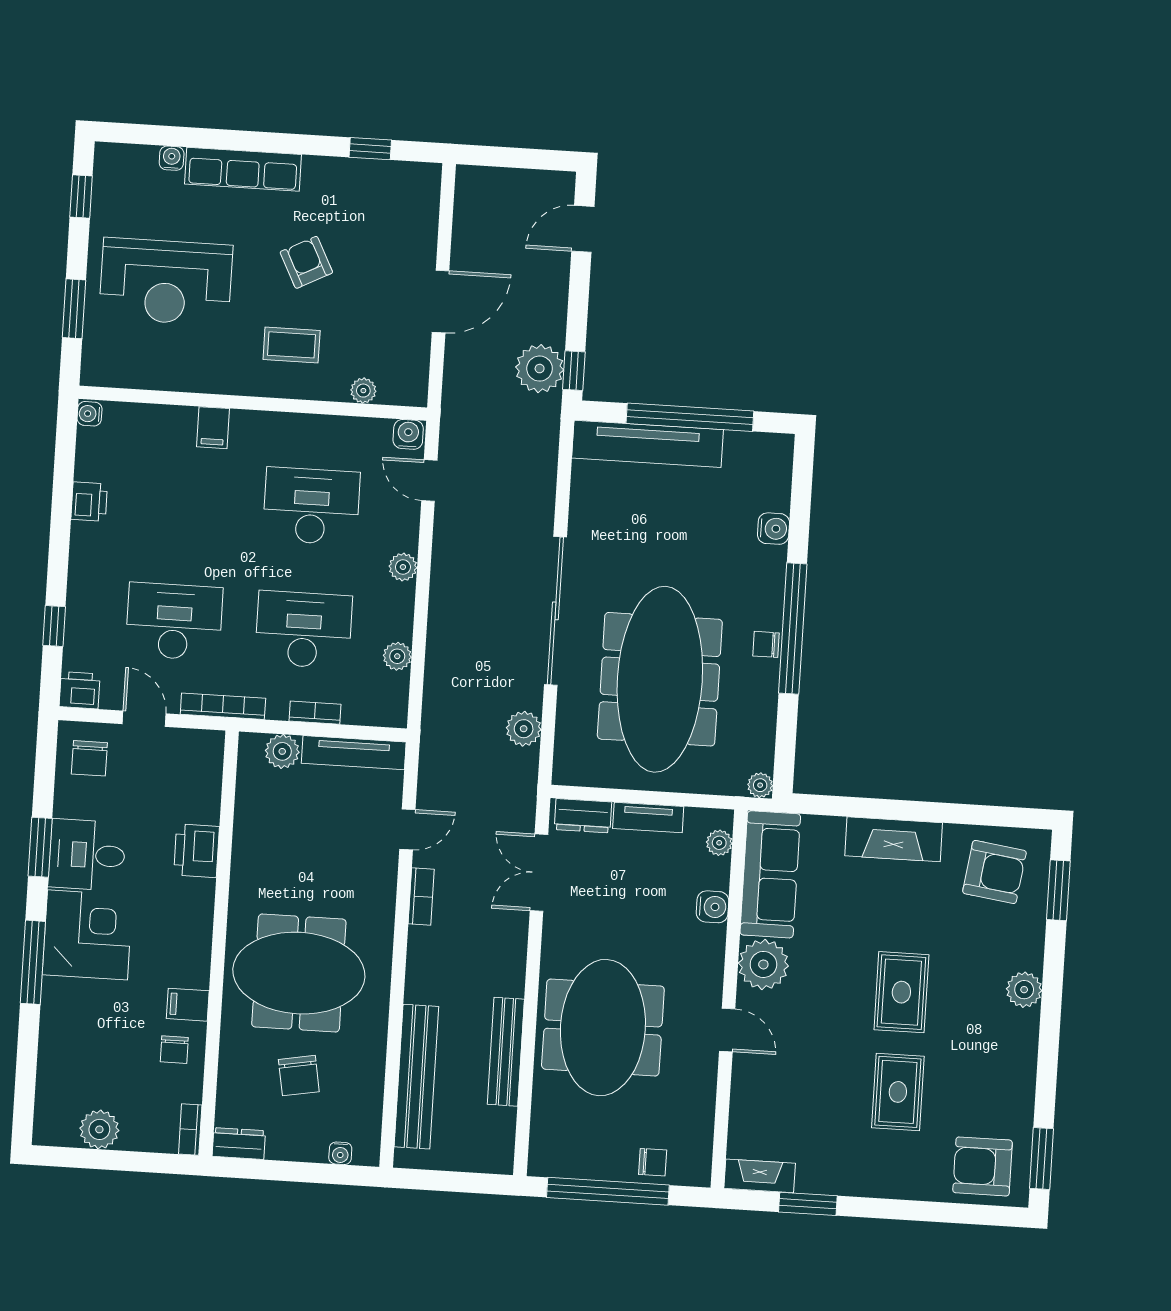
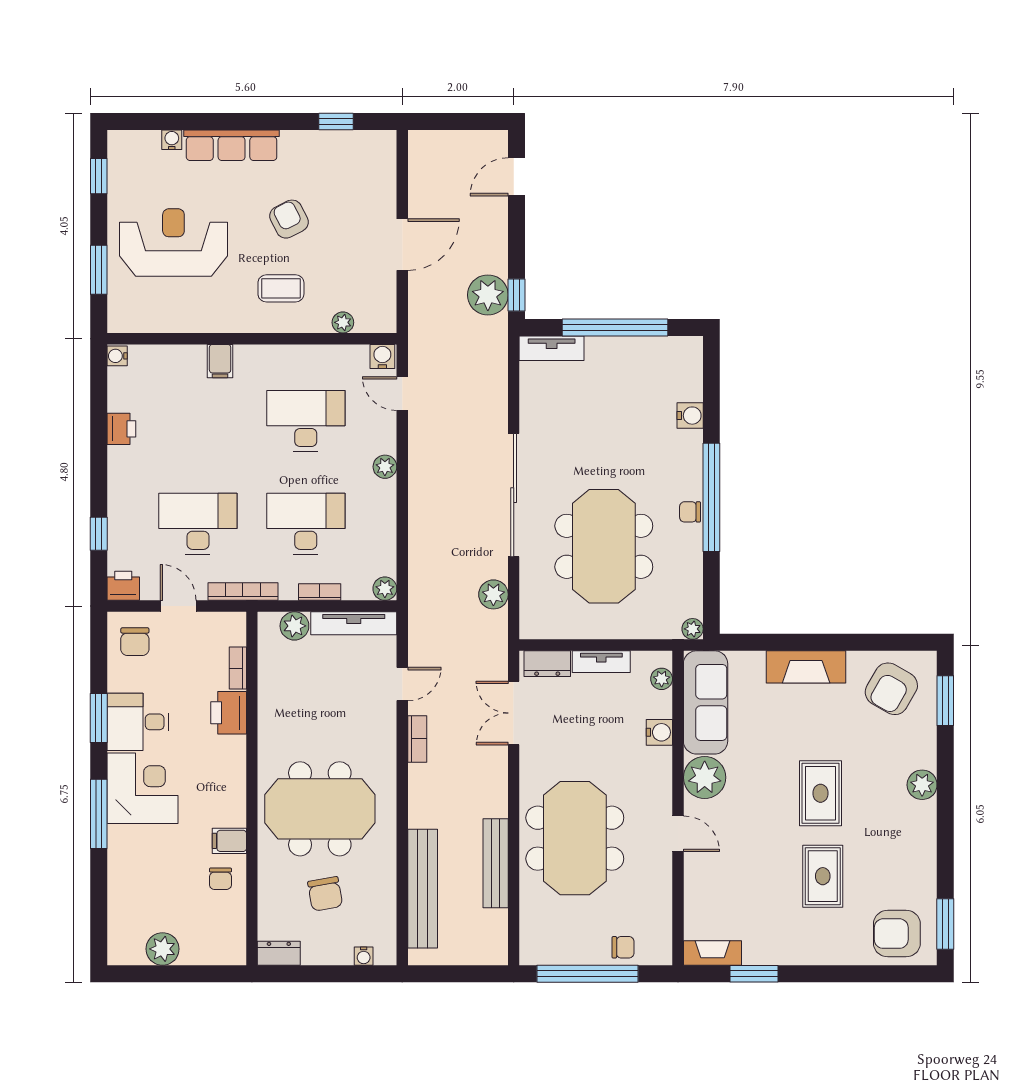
reception desk: (166, 282) -> (173, 242), turned 180
tv unit: (648, 444) -> (552, 348), width x0.52, depth x0.78
plant: (397, 656) -> (385, 589), moved
meeting table: (660, 679) -> (604, 546), width x0.73
armchair: (994, 872) -> (891, 689), turned 112
bookcase: (190, 1130) -> (238, 668), moved

